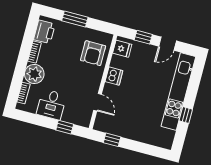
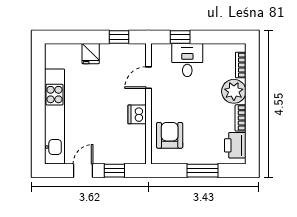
fridge: (122, 49) -> (91, 54), moved, turned -90
door: (98, 102) -> (148, 78), hinge flipped
desk: (51, 104) -> (187, 60), moved
window: (186, 115) -> (38, 91), removed

